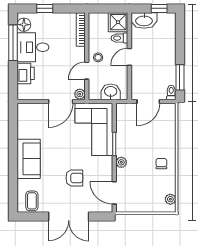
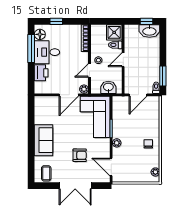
washbasin: (144, 20) -> (149, 31), moved

